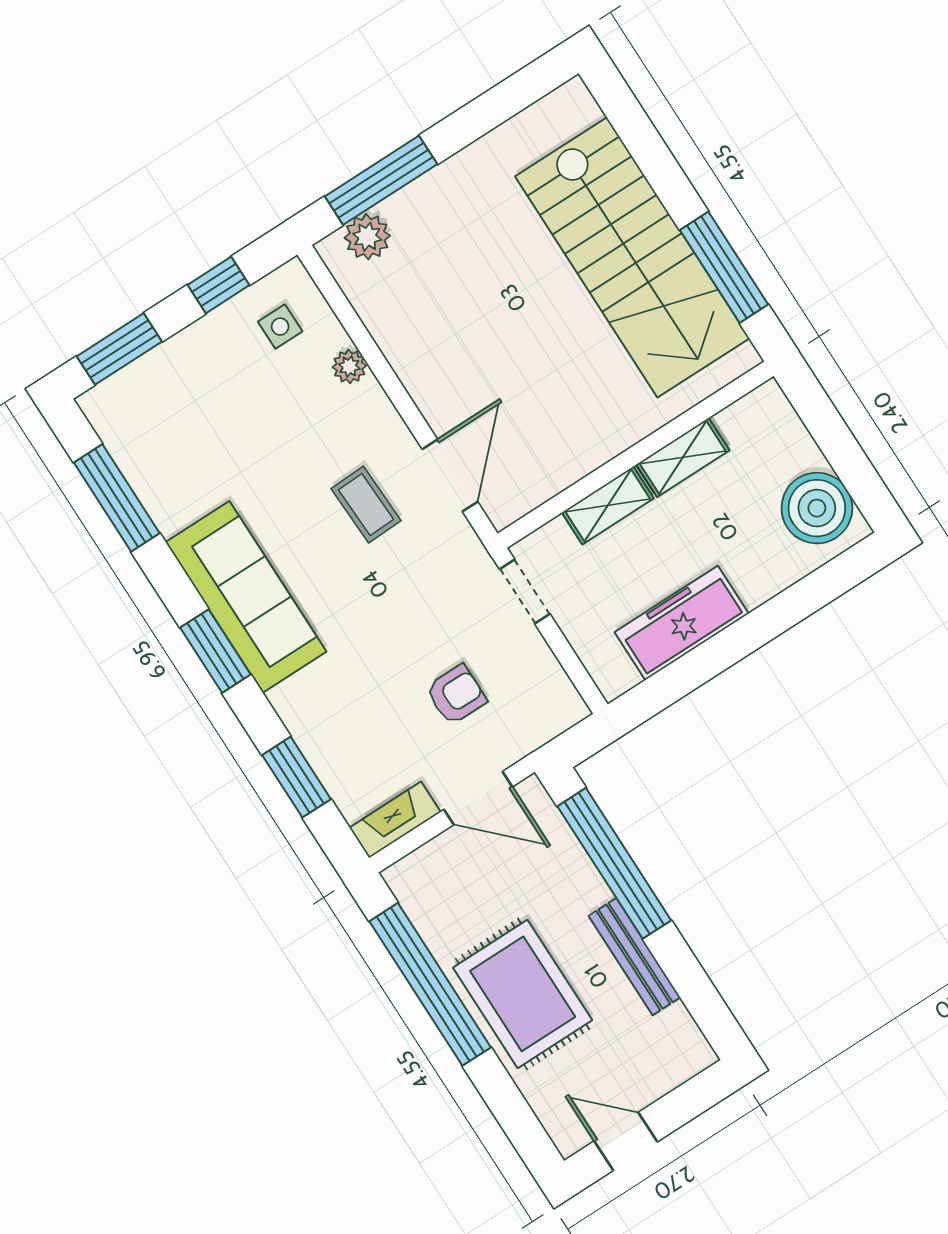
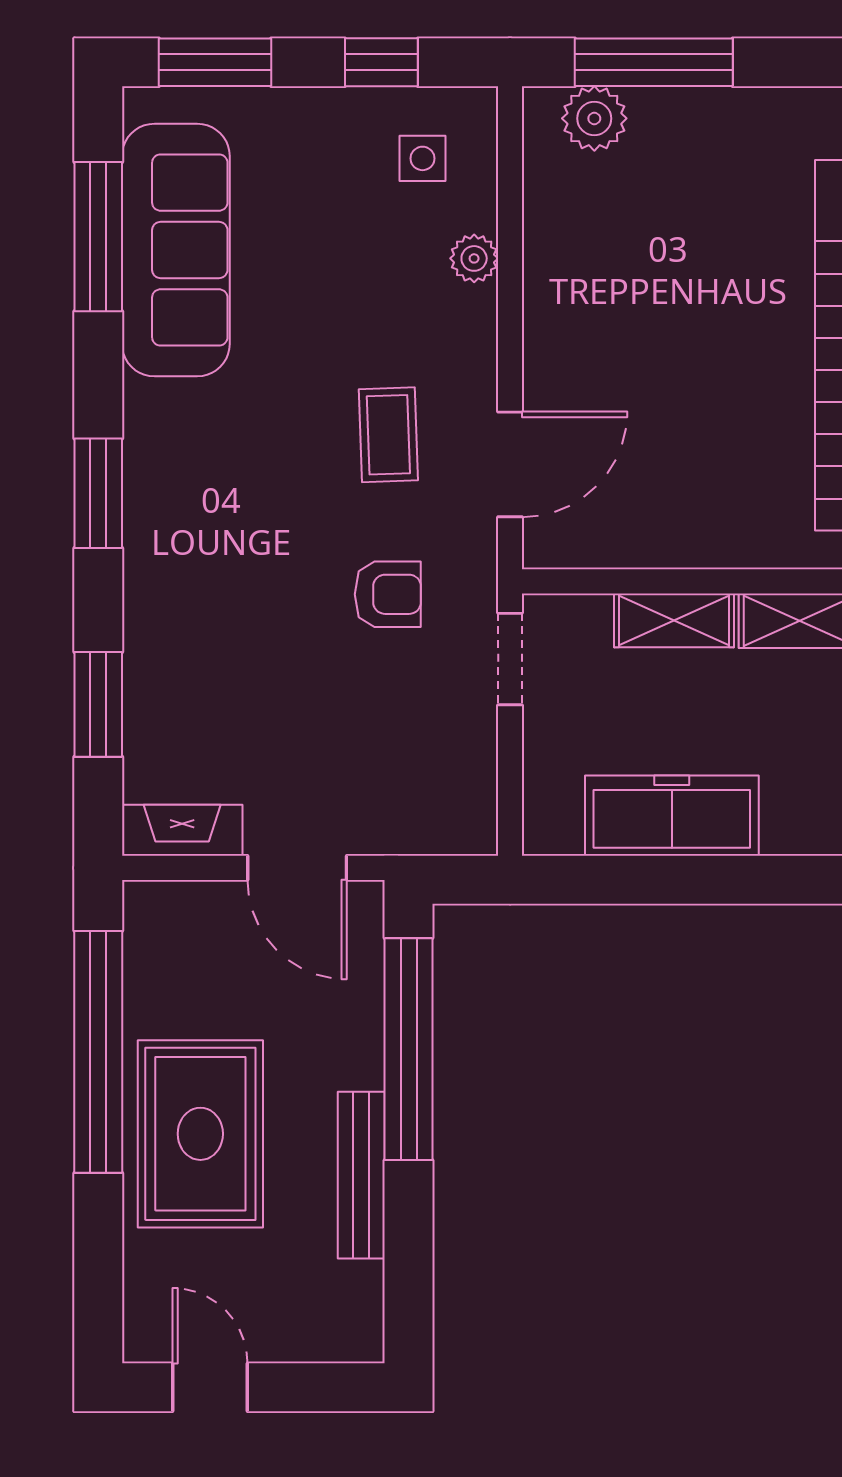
sofa: (246, 597) -> (176, 250), moved
armchair: (456, 695) -> (388, 594), moved

